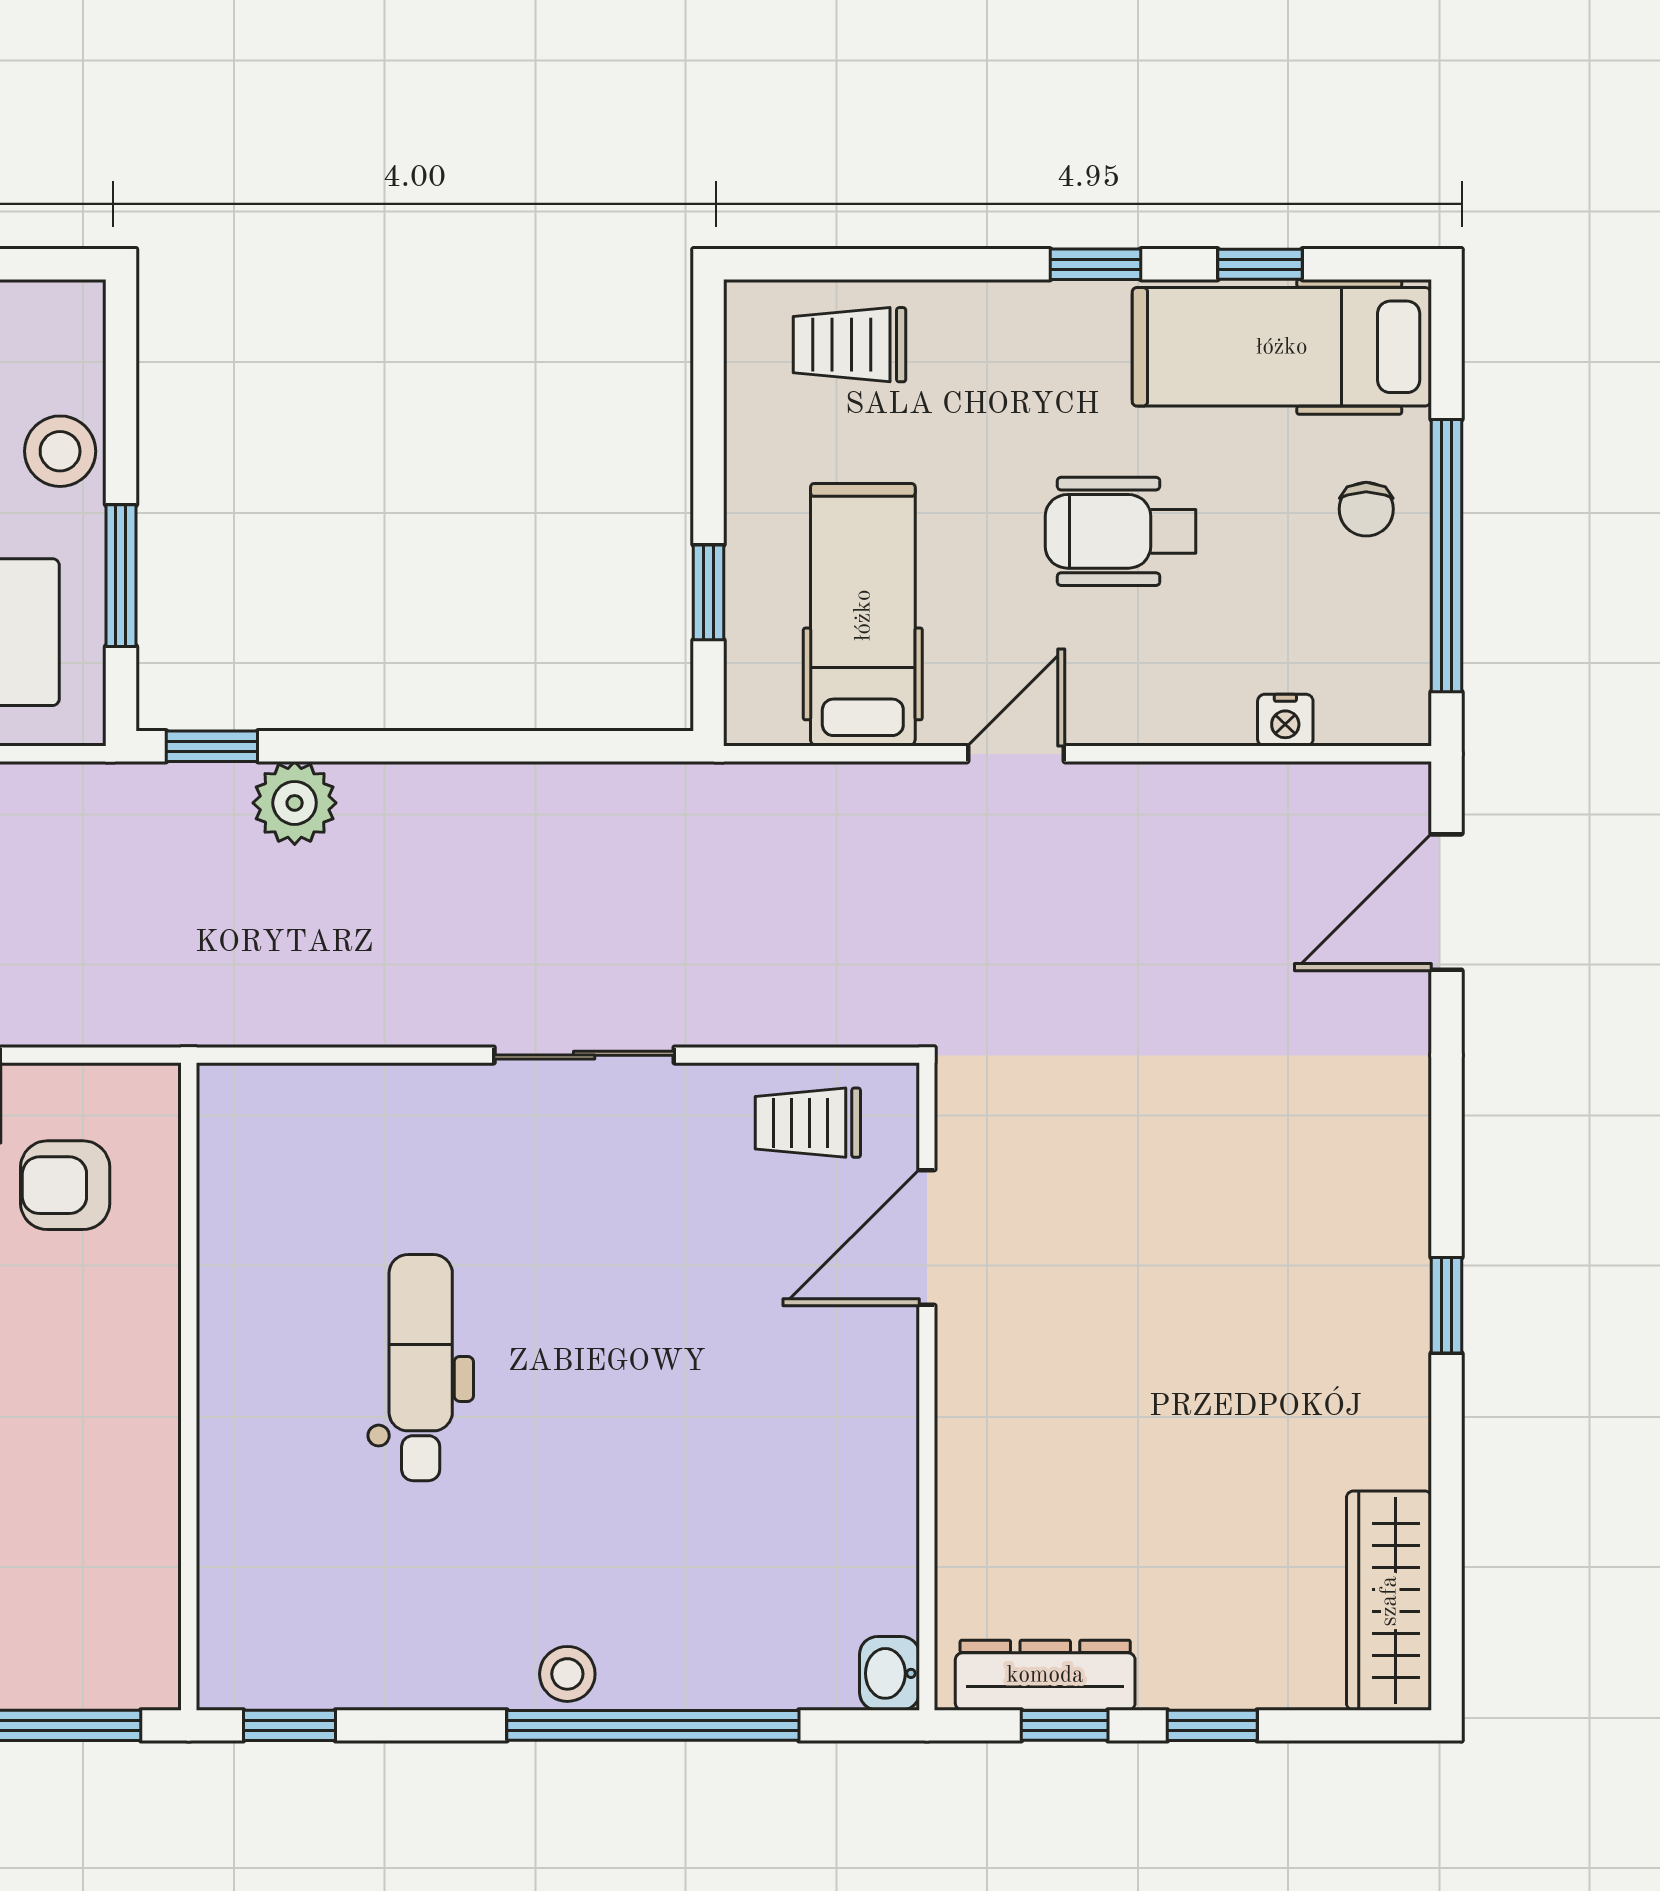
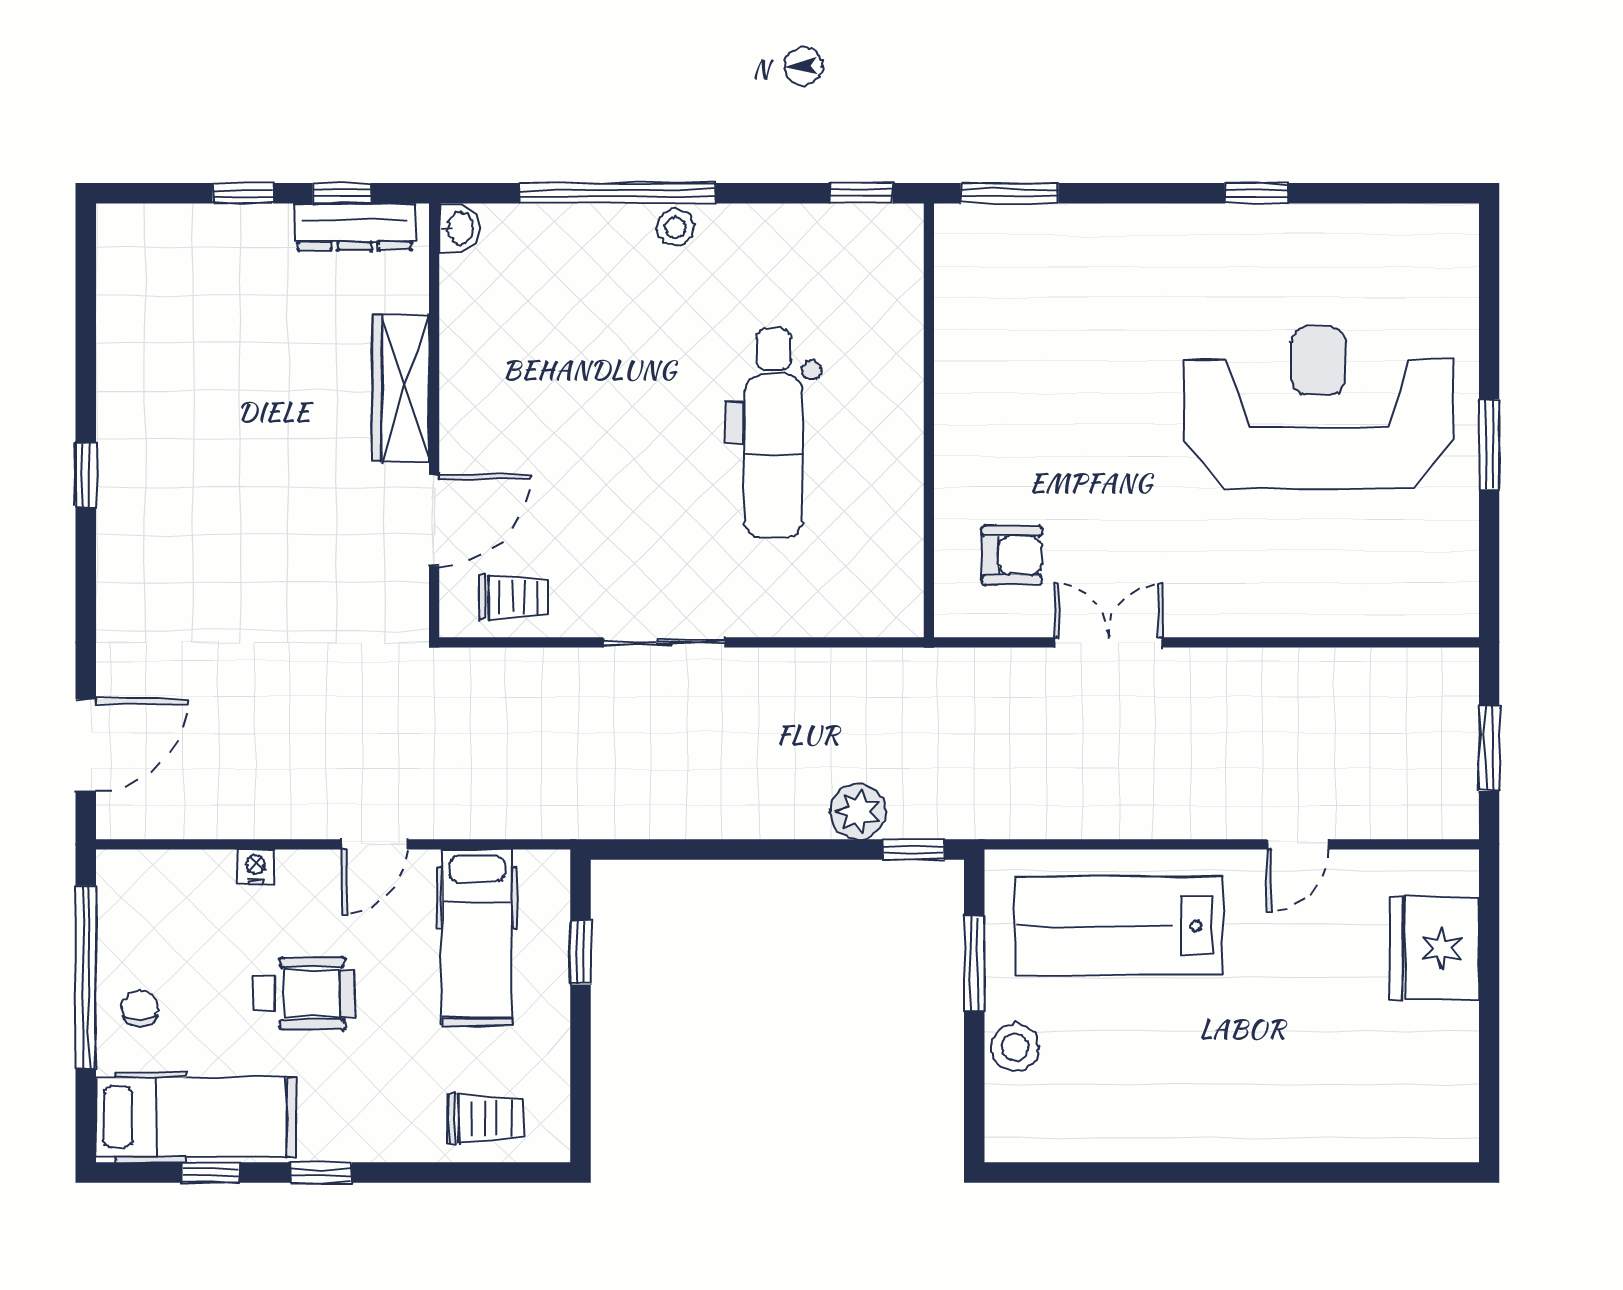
nightstand: (1285, 720) -> (256, 867), moved
dental chair: (421, 1368) -> (773, 433), width x1.36, depth x1.38
wardrobe: (1389, 1601) -> (401, 388), moved, turned 180

